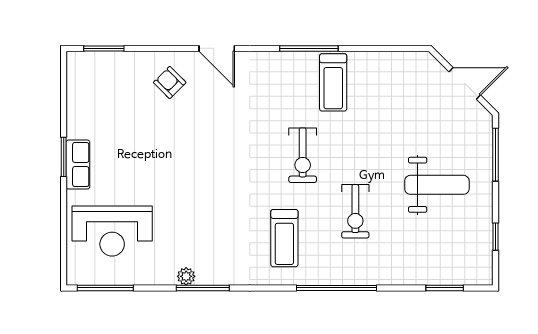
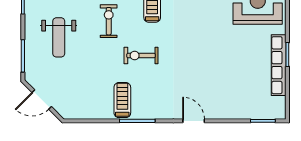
armchair: (170, 82) -> (222, 100), removed
exercise bike: (303, 155) -> (141, 56), turned -90
row of seats: (78, 165) -> (279, 65), width x2.02
weight bench: (437, 185) -> (59, 37), turned -90

